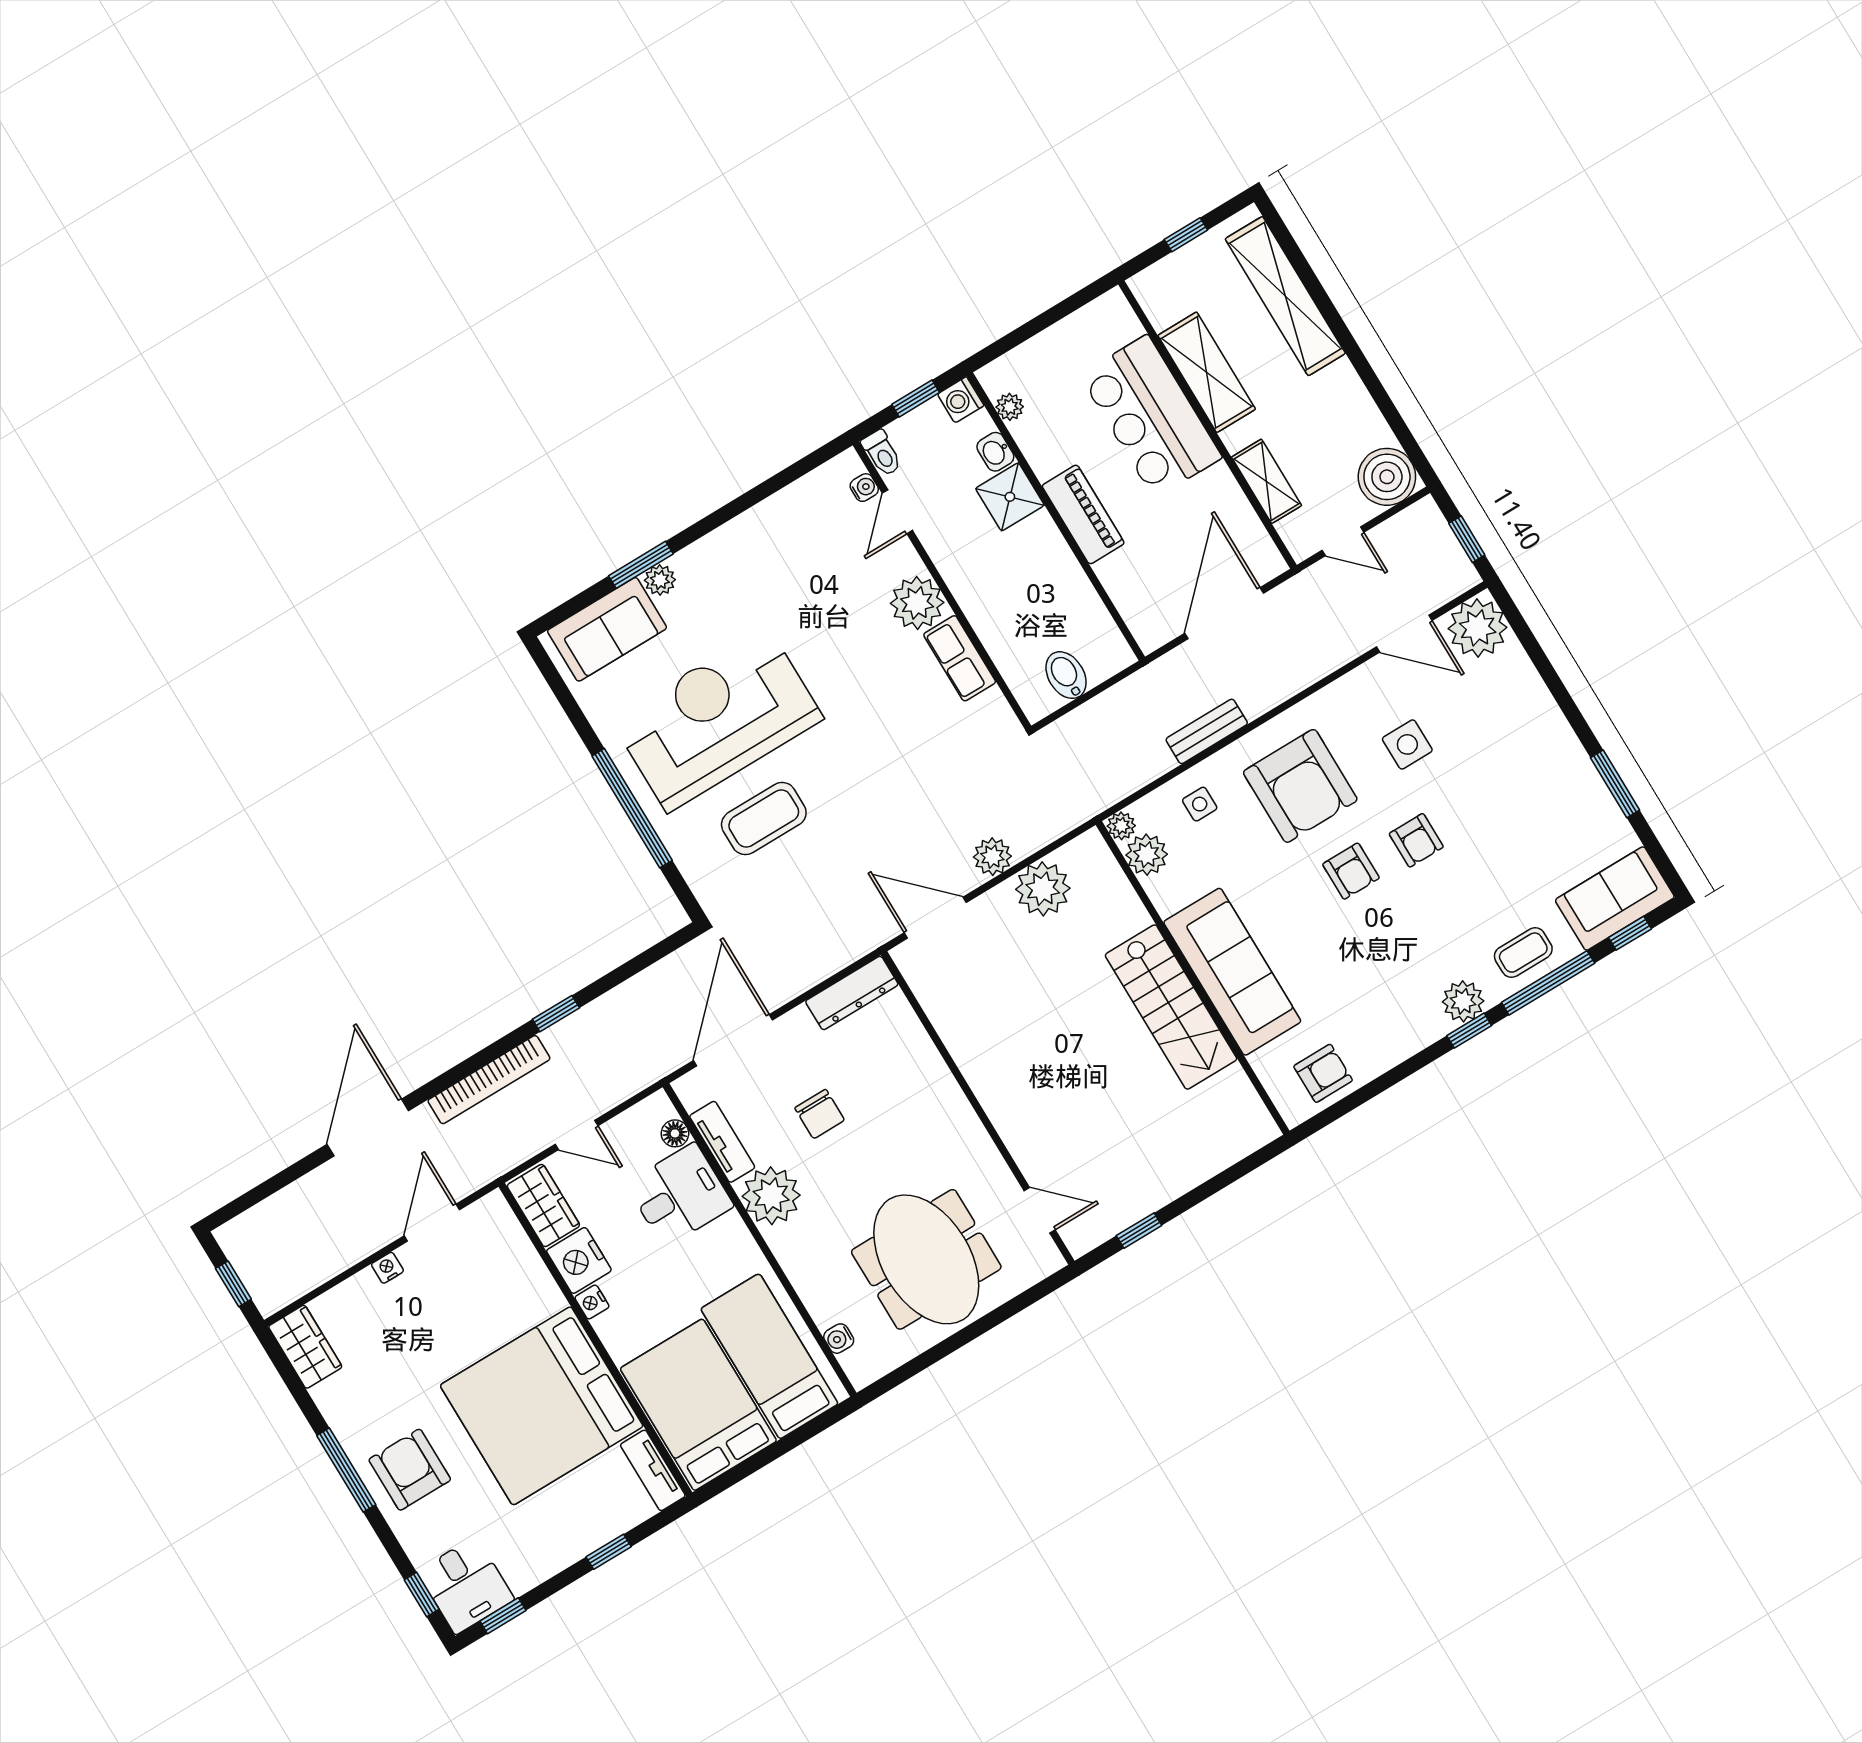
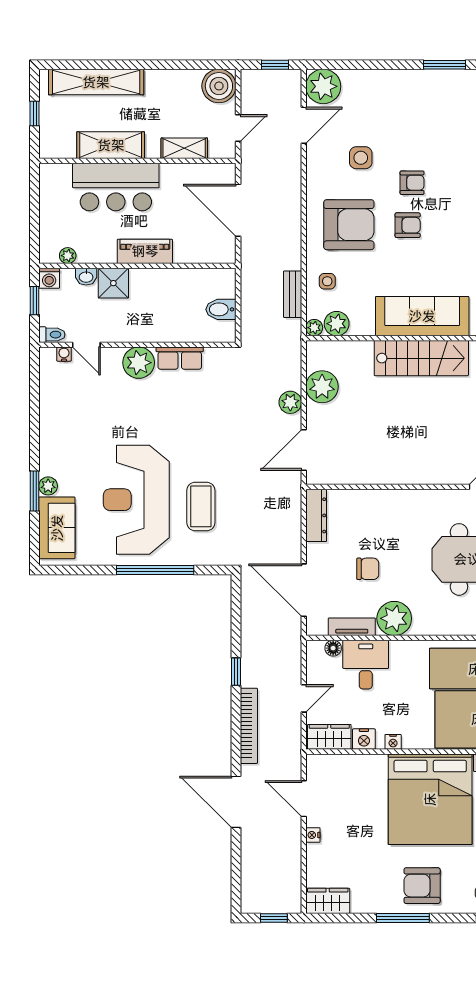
bench: (1207, 731) -> (293, 294), moved
nightstand: (579, 1260) -> (364, 739), width x0.74, depth x0.75

